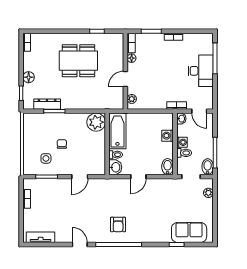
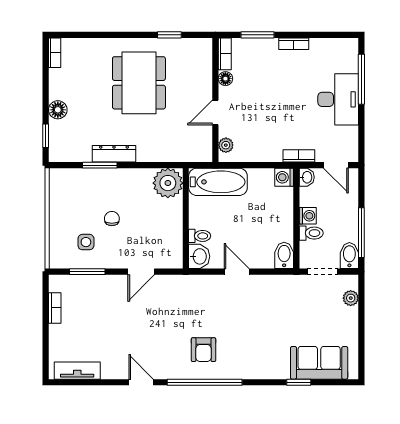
dining table: (78, 61) -> (139, 83), turned 90
dresser: (47, 104) -> (114, 154), moved
bathtub: (117, 131) -> (218, 182), moved, turned 90
washing machine: (168, 136) -> (284, 177), moved
door: (138, 177) -> (237, 272), swing flipped

